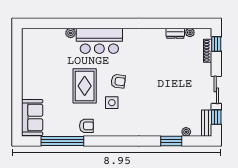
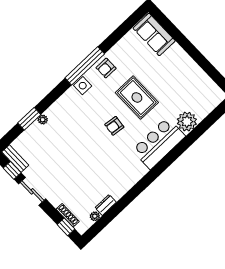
plant: (71, 33) -> (187, 122), width x1.87, depth x1.87
side table: (112, 103) -> (83, 86), moved
plant: (186, 132) -> (43, 120), moved
window: (62, 141) -> (85, 66), moved

